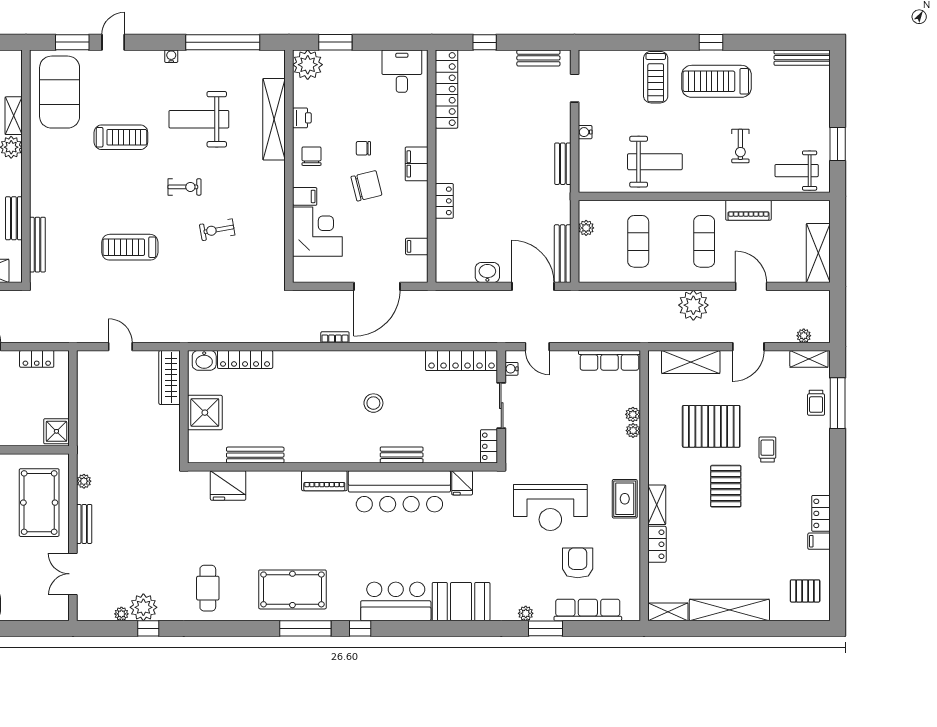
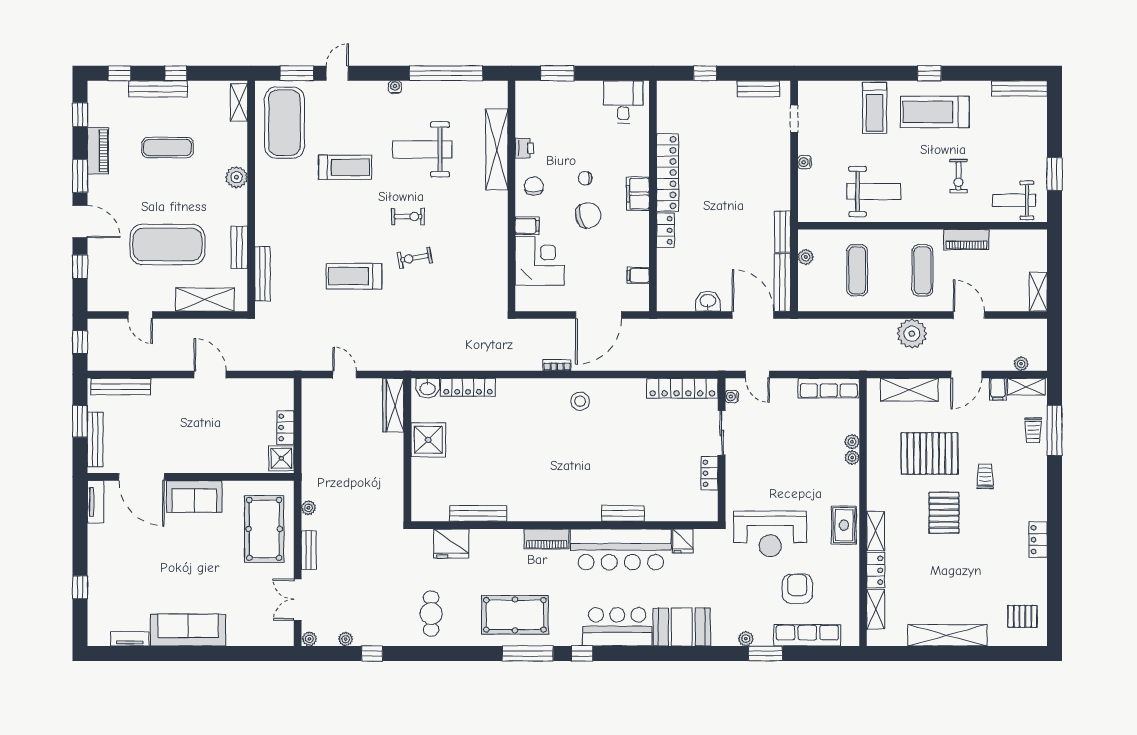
plant: (308, 65) -> (530, 96), removed
locker: (447, 89) -> (668, 173), moved
shelving: (14, 116) -> (239, 103), moved
bench: (563, 164) -> (783, 232), moved
exercise bike: (217, 230) -> (415, 258), moved
shelving: (818, 253) -> (1038, 292), width x0.67, depth x0.75
locker: (37, 359) -> (285, 427), moved, turned 90
stool: (373, 403) -> (580, 401), moved
bench: (255, 455) -> (478, 513), moved
bench: (402, 455) -> (623, 513), moved
wall: (343, 467) -> (564, 525), moved
piano: (324, 481) -> (547, 539), moved
fridge: (462, 483) -> (683, 541), moved
fridge: (228, 485) -> (451, 544), moved
bar counter: (399, 491) -> (621, 549), moved
filing cabinet: (819, 541) -> (998, 389), moved, turned -90
plant: (143, 607) -> (309, 639), moved, width x0.53, depth x0.53
shelving: (668, 612) -> (876, 609), moved, turned 90

